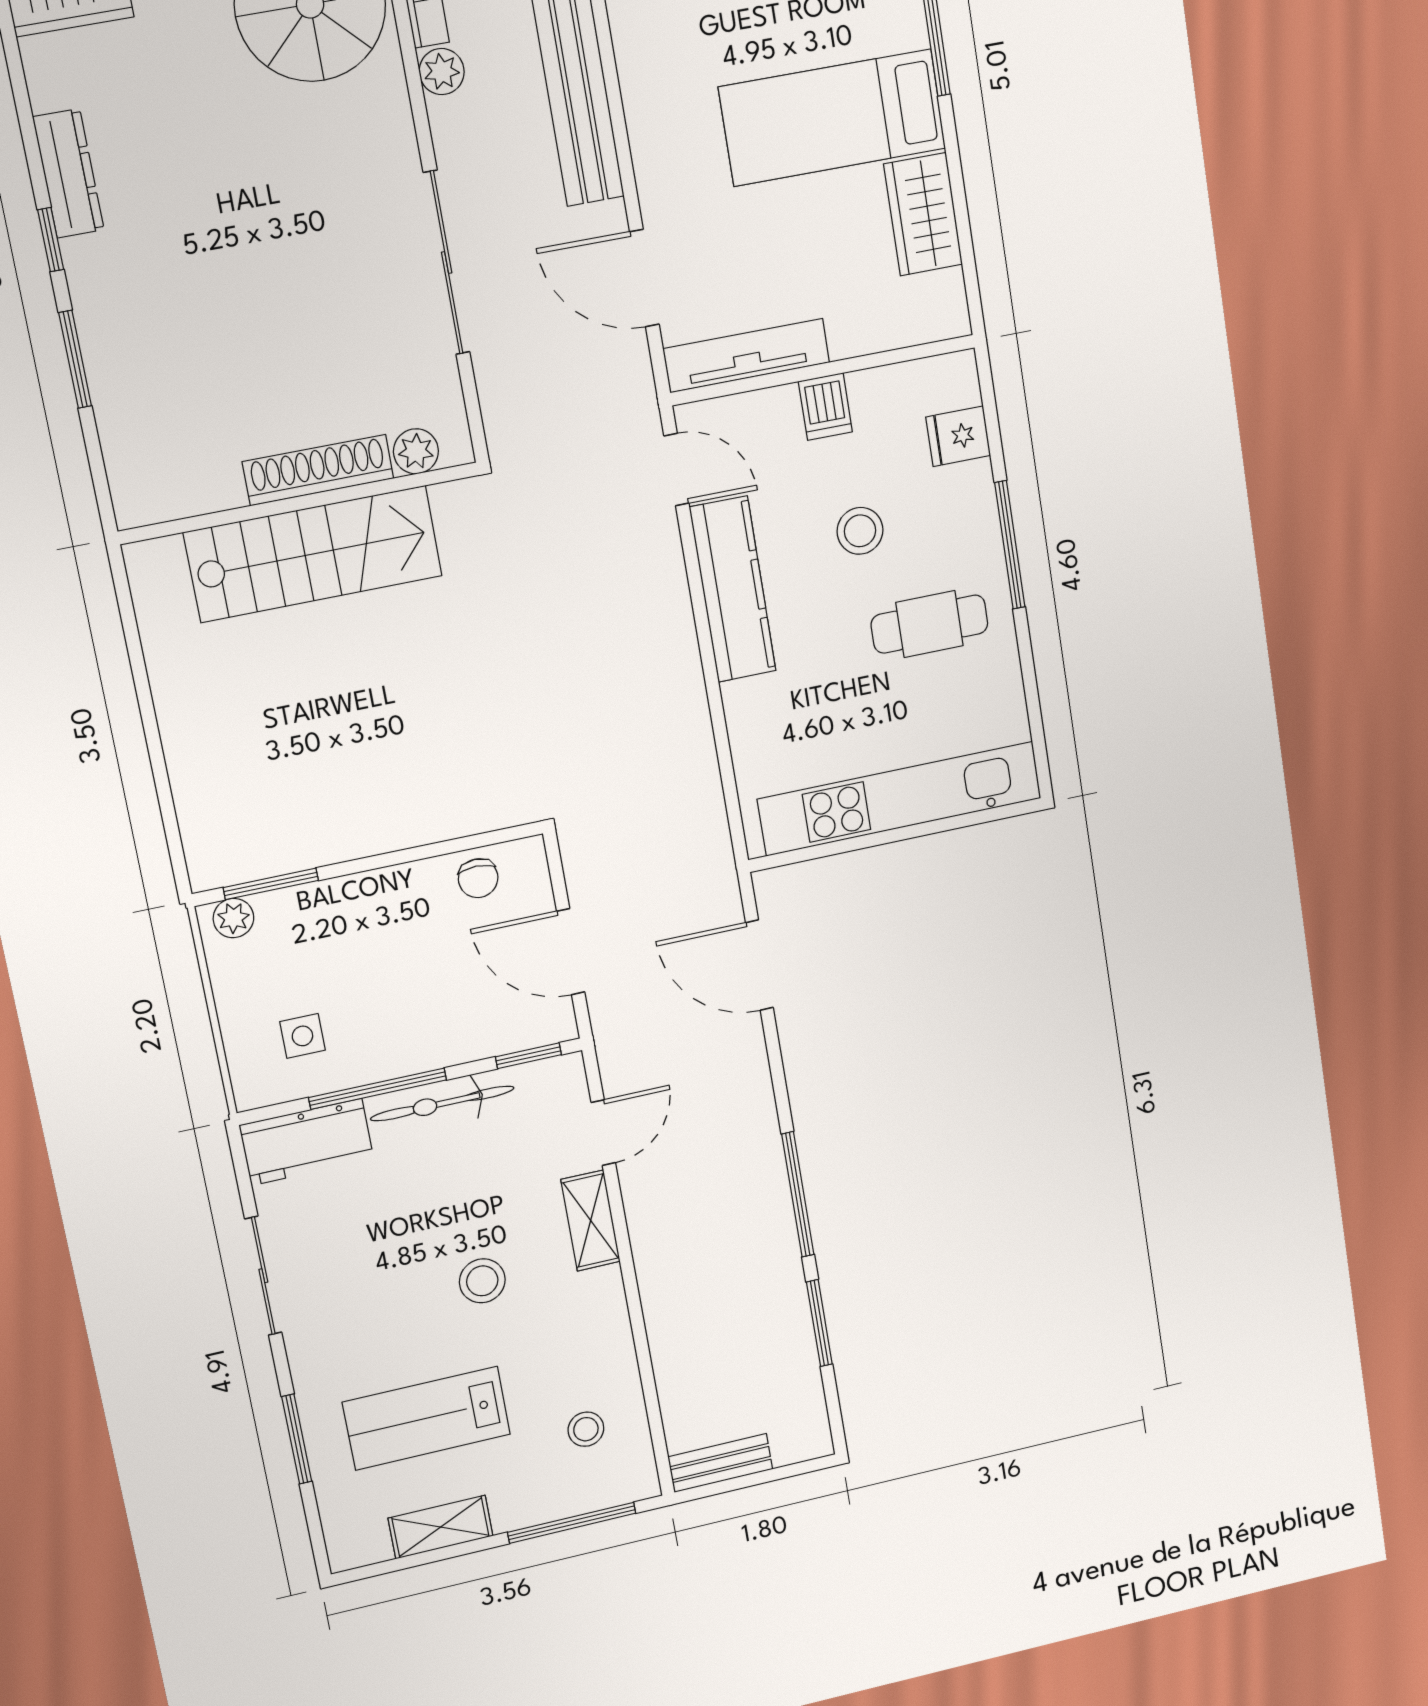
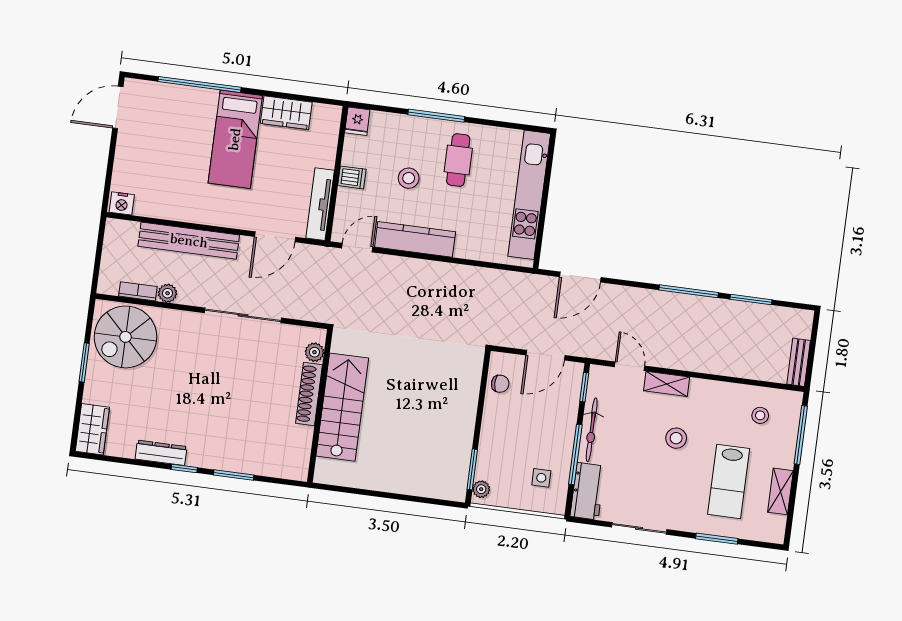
fridge: (958, 436) -> (357, 121), moved

